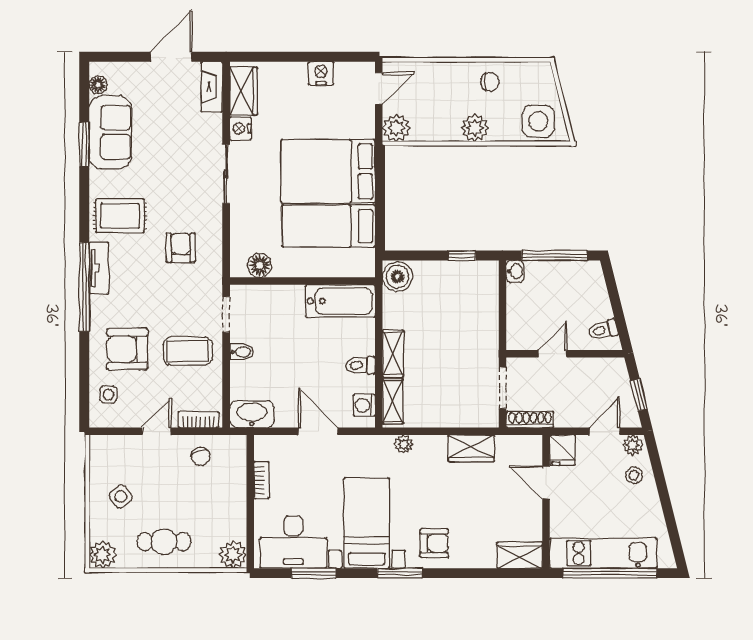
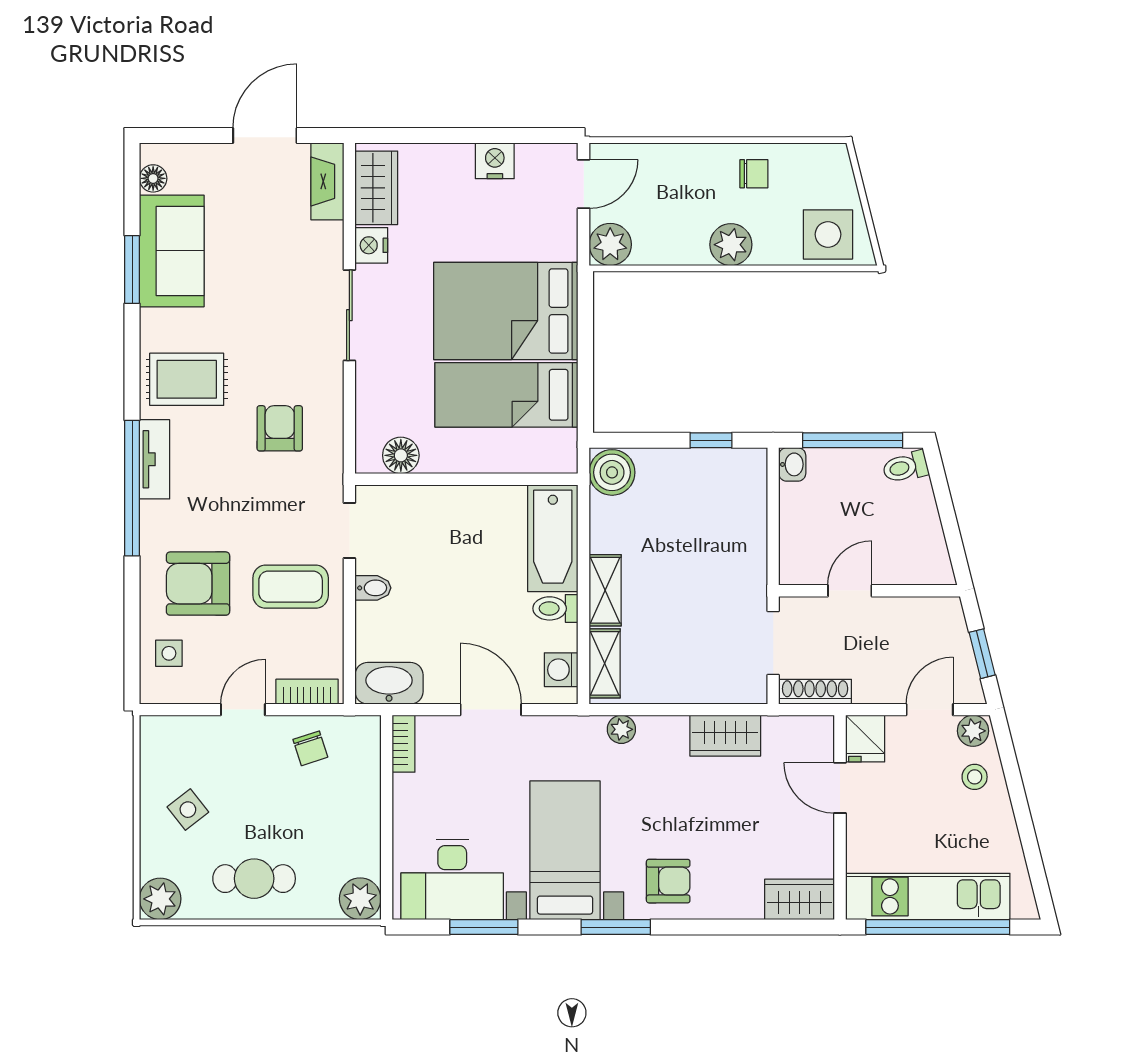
bathtub: (340, 301) -> (553, 538), moved, turned 90
toilet: (603, 330) -> (905, 467), moved
bookcase: (261, 480) -> (404, 744), moved

